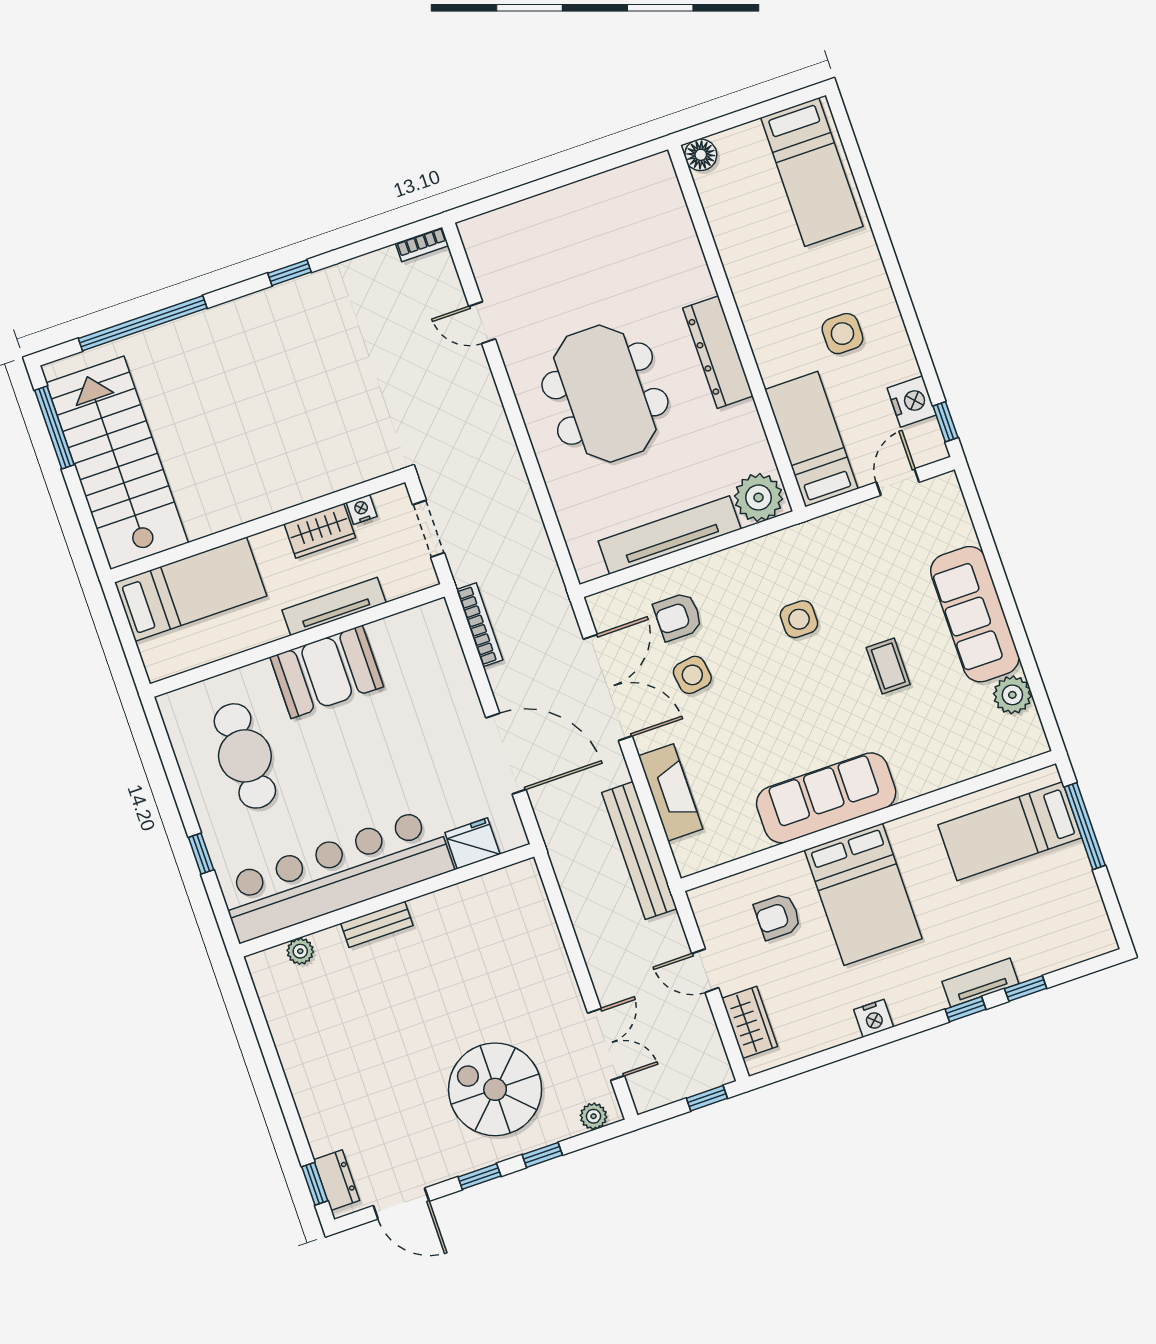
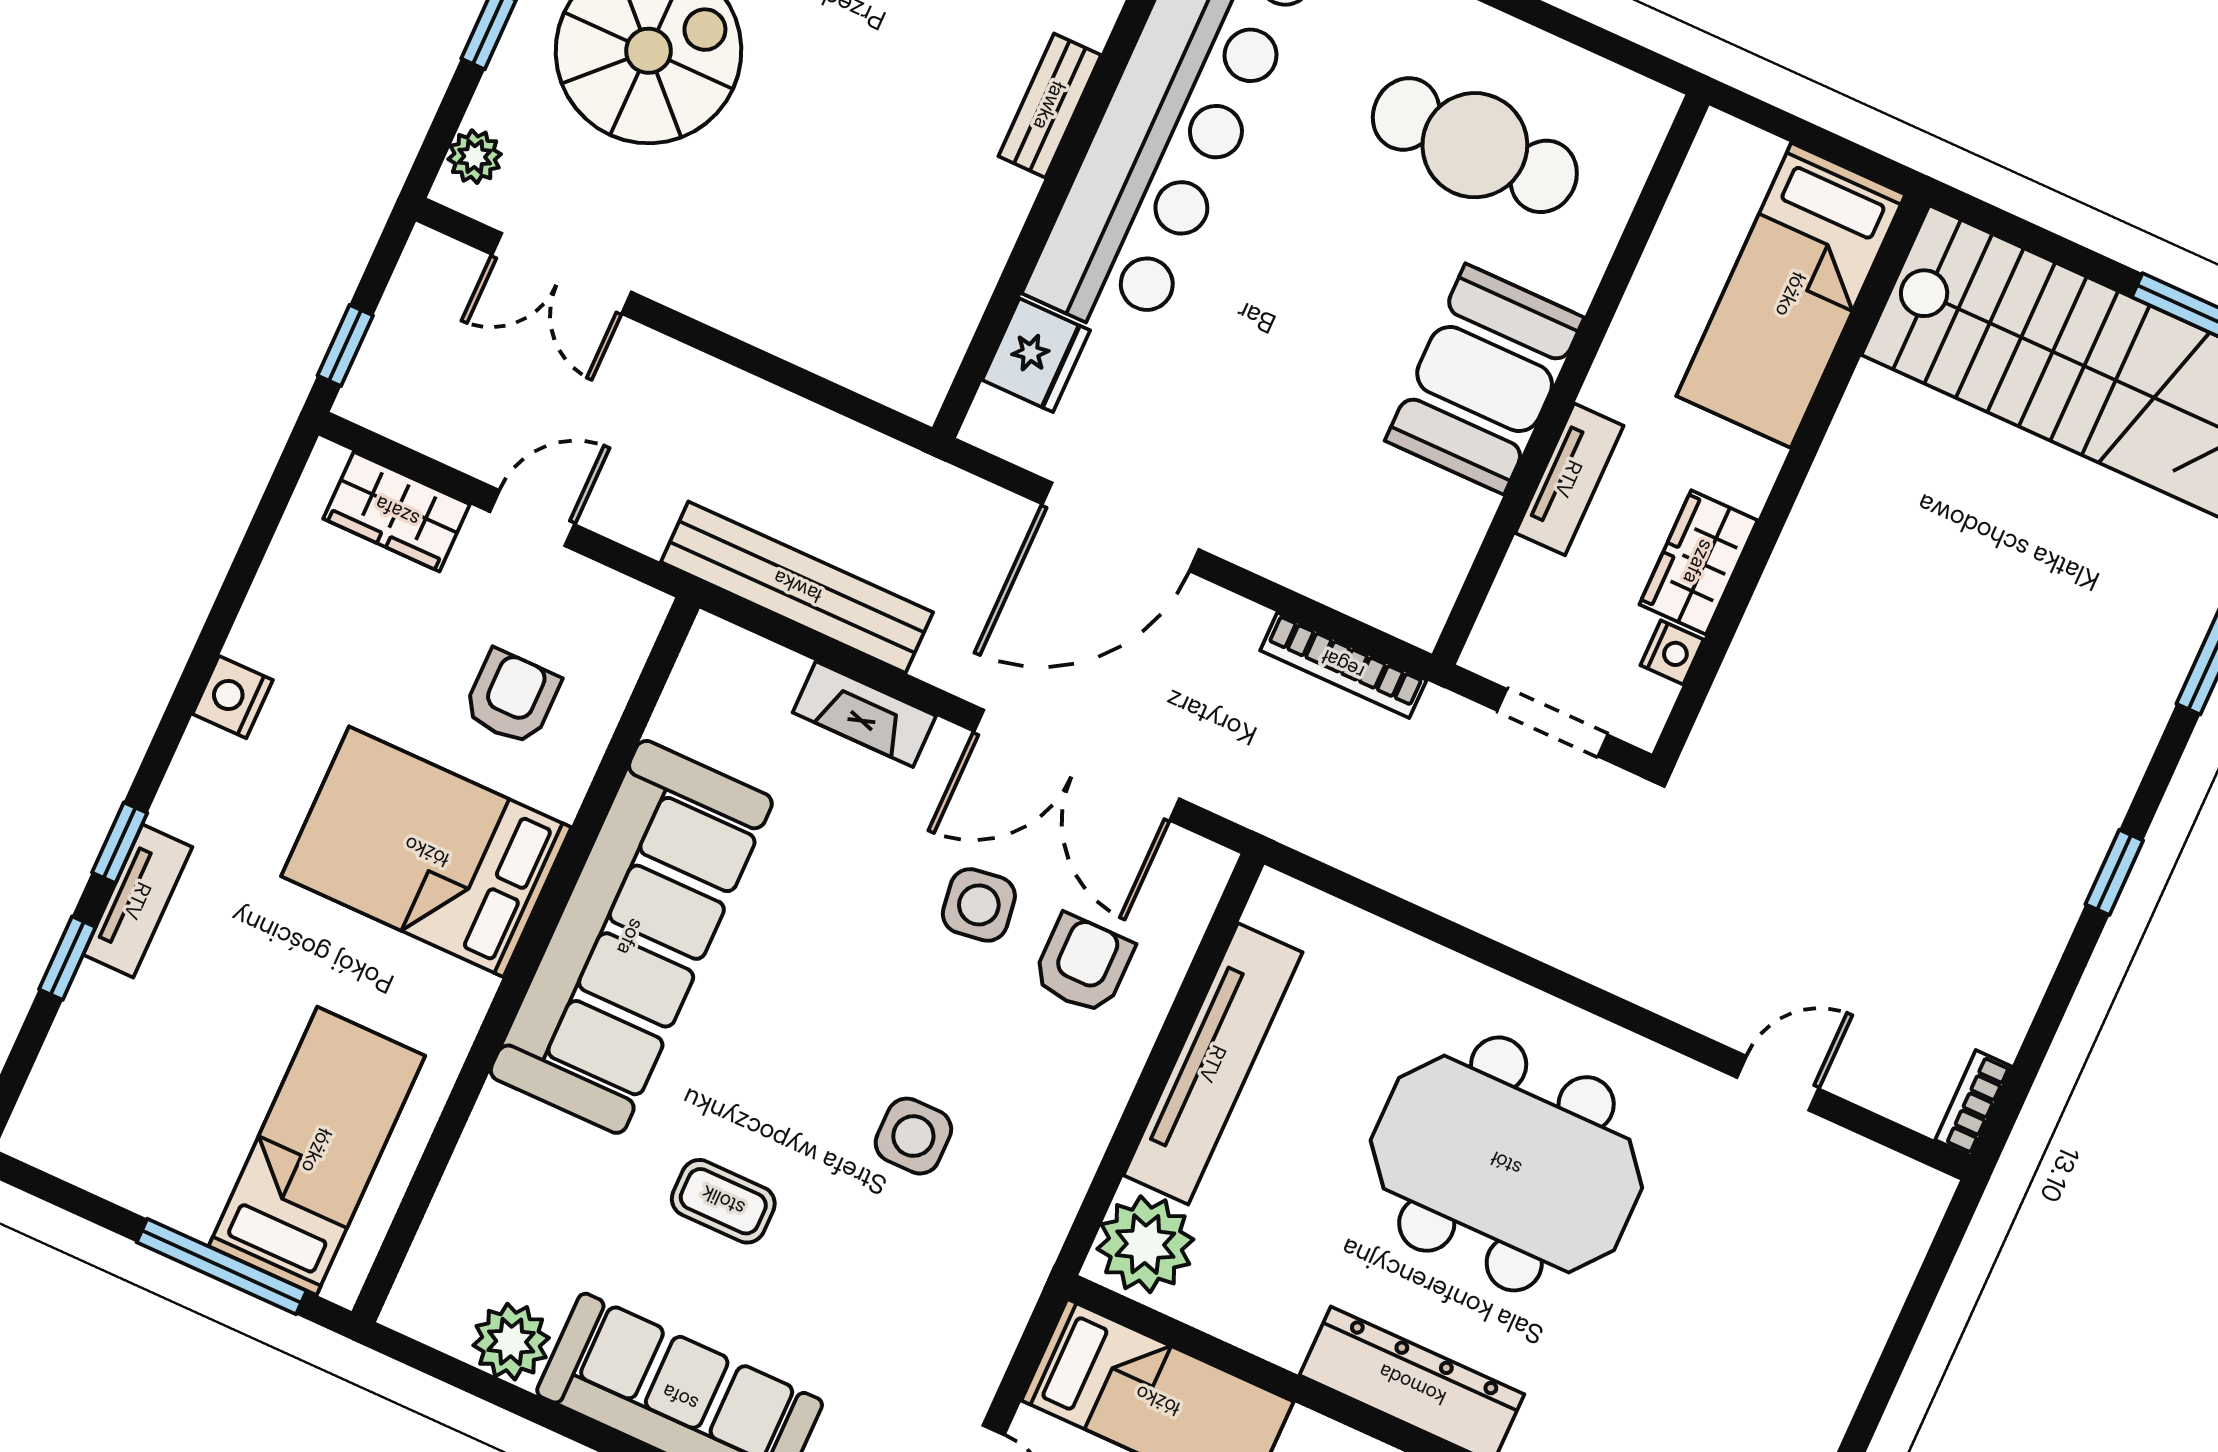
tv unit: (334, 606) -> (1569, 479), width x0.71
fireplace: (670, 792) -> (864, 714), width x0.73, depth x0.76
sofa: (826, 798) -> (631, 937), width x1.36, depth x1.27

